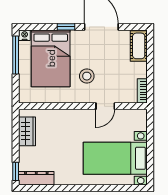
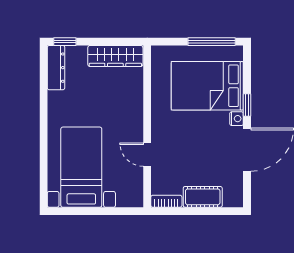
nightstand: (25, 35) -> (237, 119), moved
cot: (139, 46) -> (203, 197), moved
stool: (87, 76) -> (185, 131), removed
wardrobe: (27, 131) -> (115, 56), width x1.50

